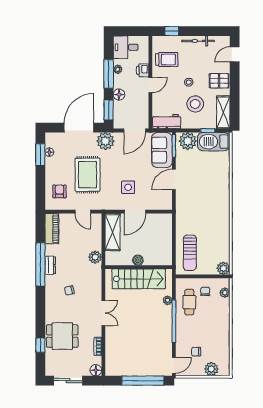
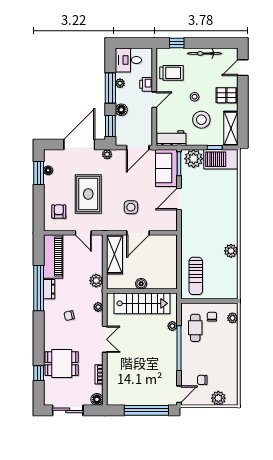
plant: (105, 141) -> (107, 154), width x0.53, depth x0.53
piano: (52, 229) -> (53, 257), width x1.37, depth x1.33
plant: (223, 268) -> (231, 251), moved
plant: (97, 282) -> (98, 307), added

